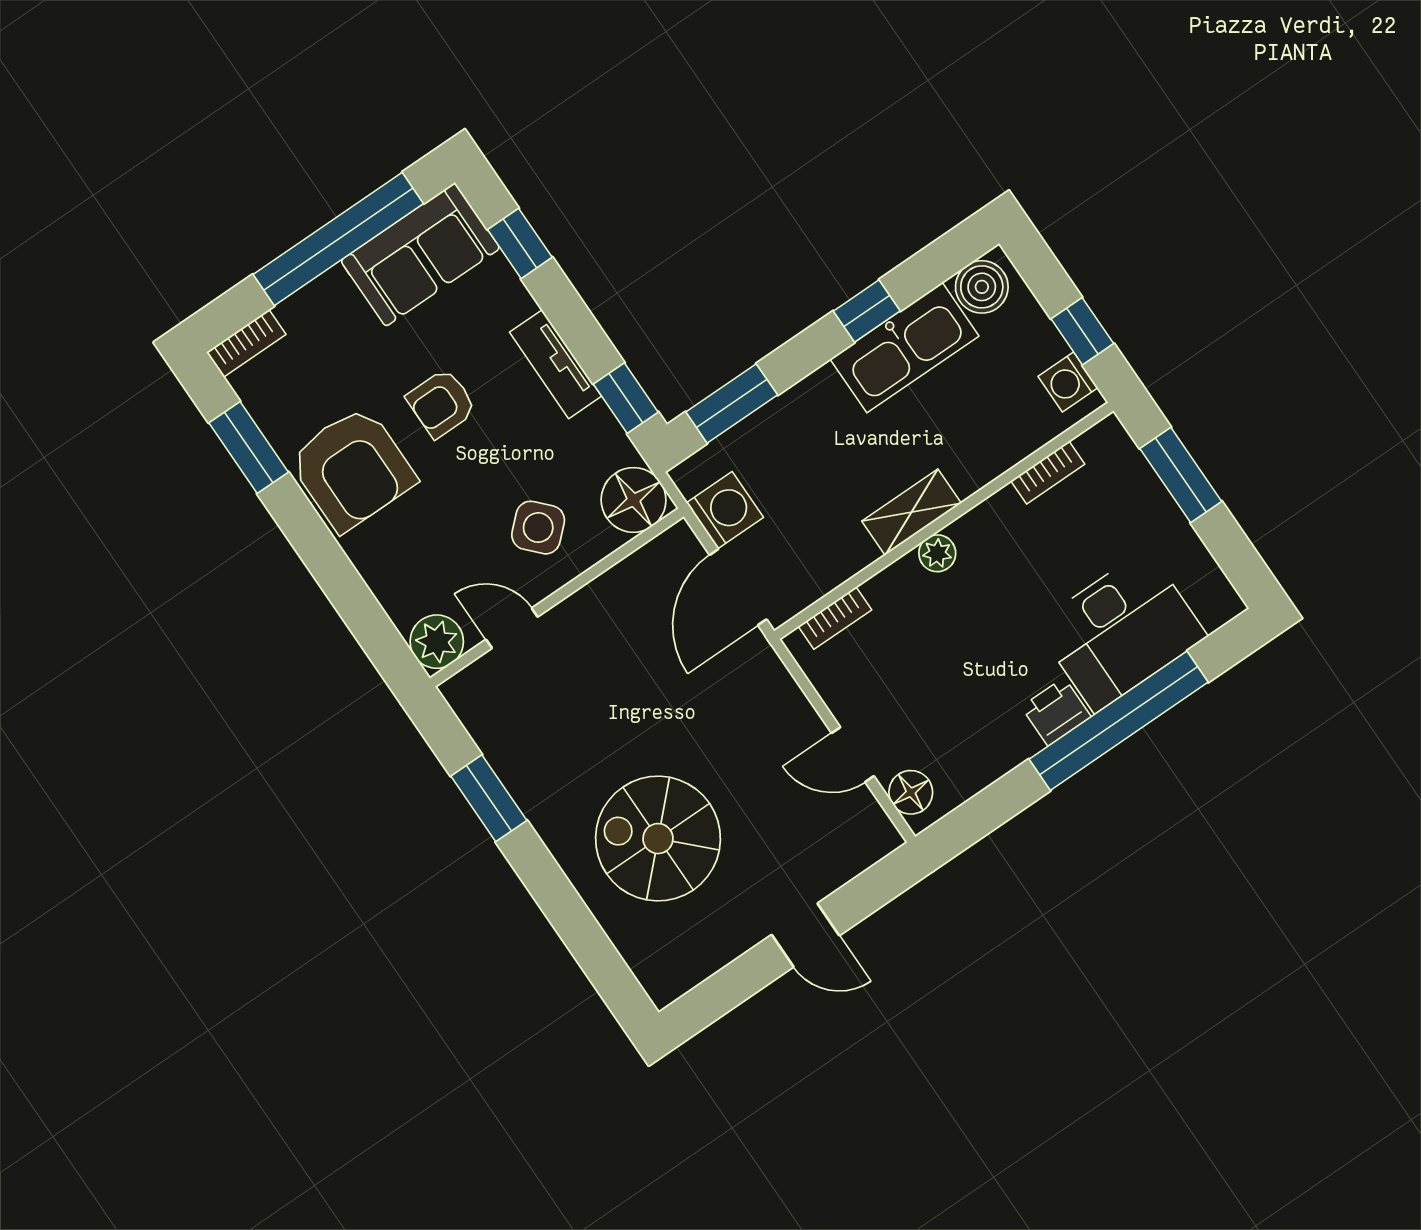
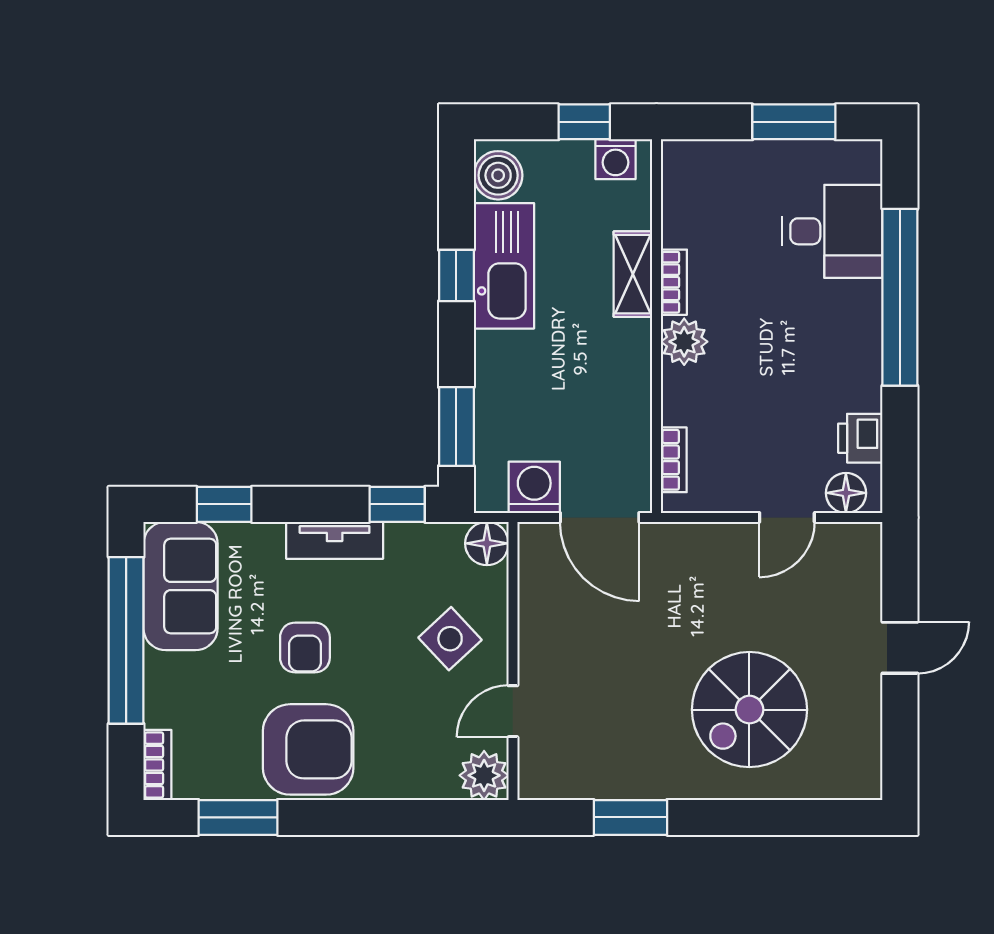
bookcase: (1048, 473) -> (674, 282), moved
window: (1181, 475) -> (794, 122), moved
floor lamp: (634, 500) -> (487, 543), width x0.73, depth x0.73
shelving: (911, 512) -> (633, 274), moved
plant: (937, 553) -> (684, 342), width x1.38, depth x1.38
desk: (1121, 631) -> (832, 231), width x0.73
printer: (1056, 712) -> (860, 438), moved

